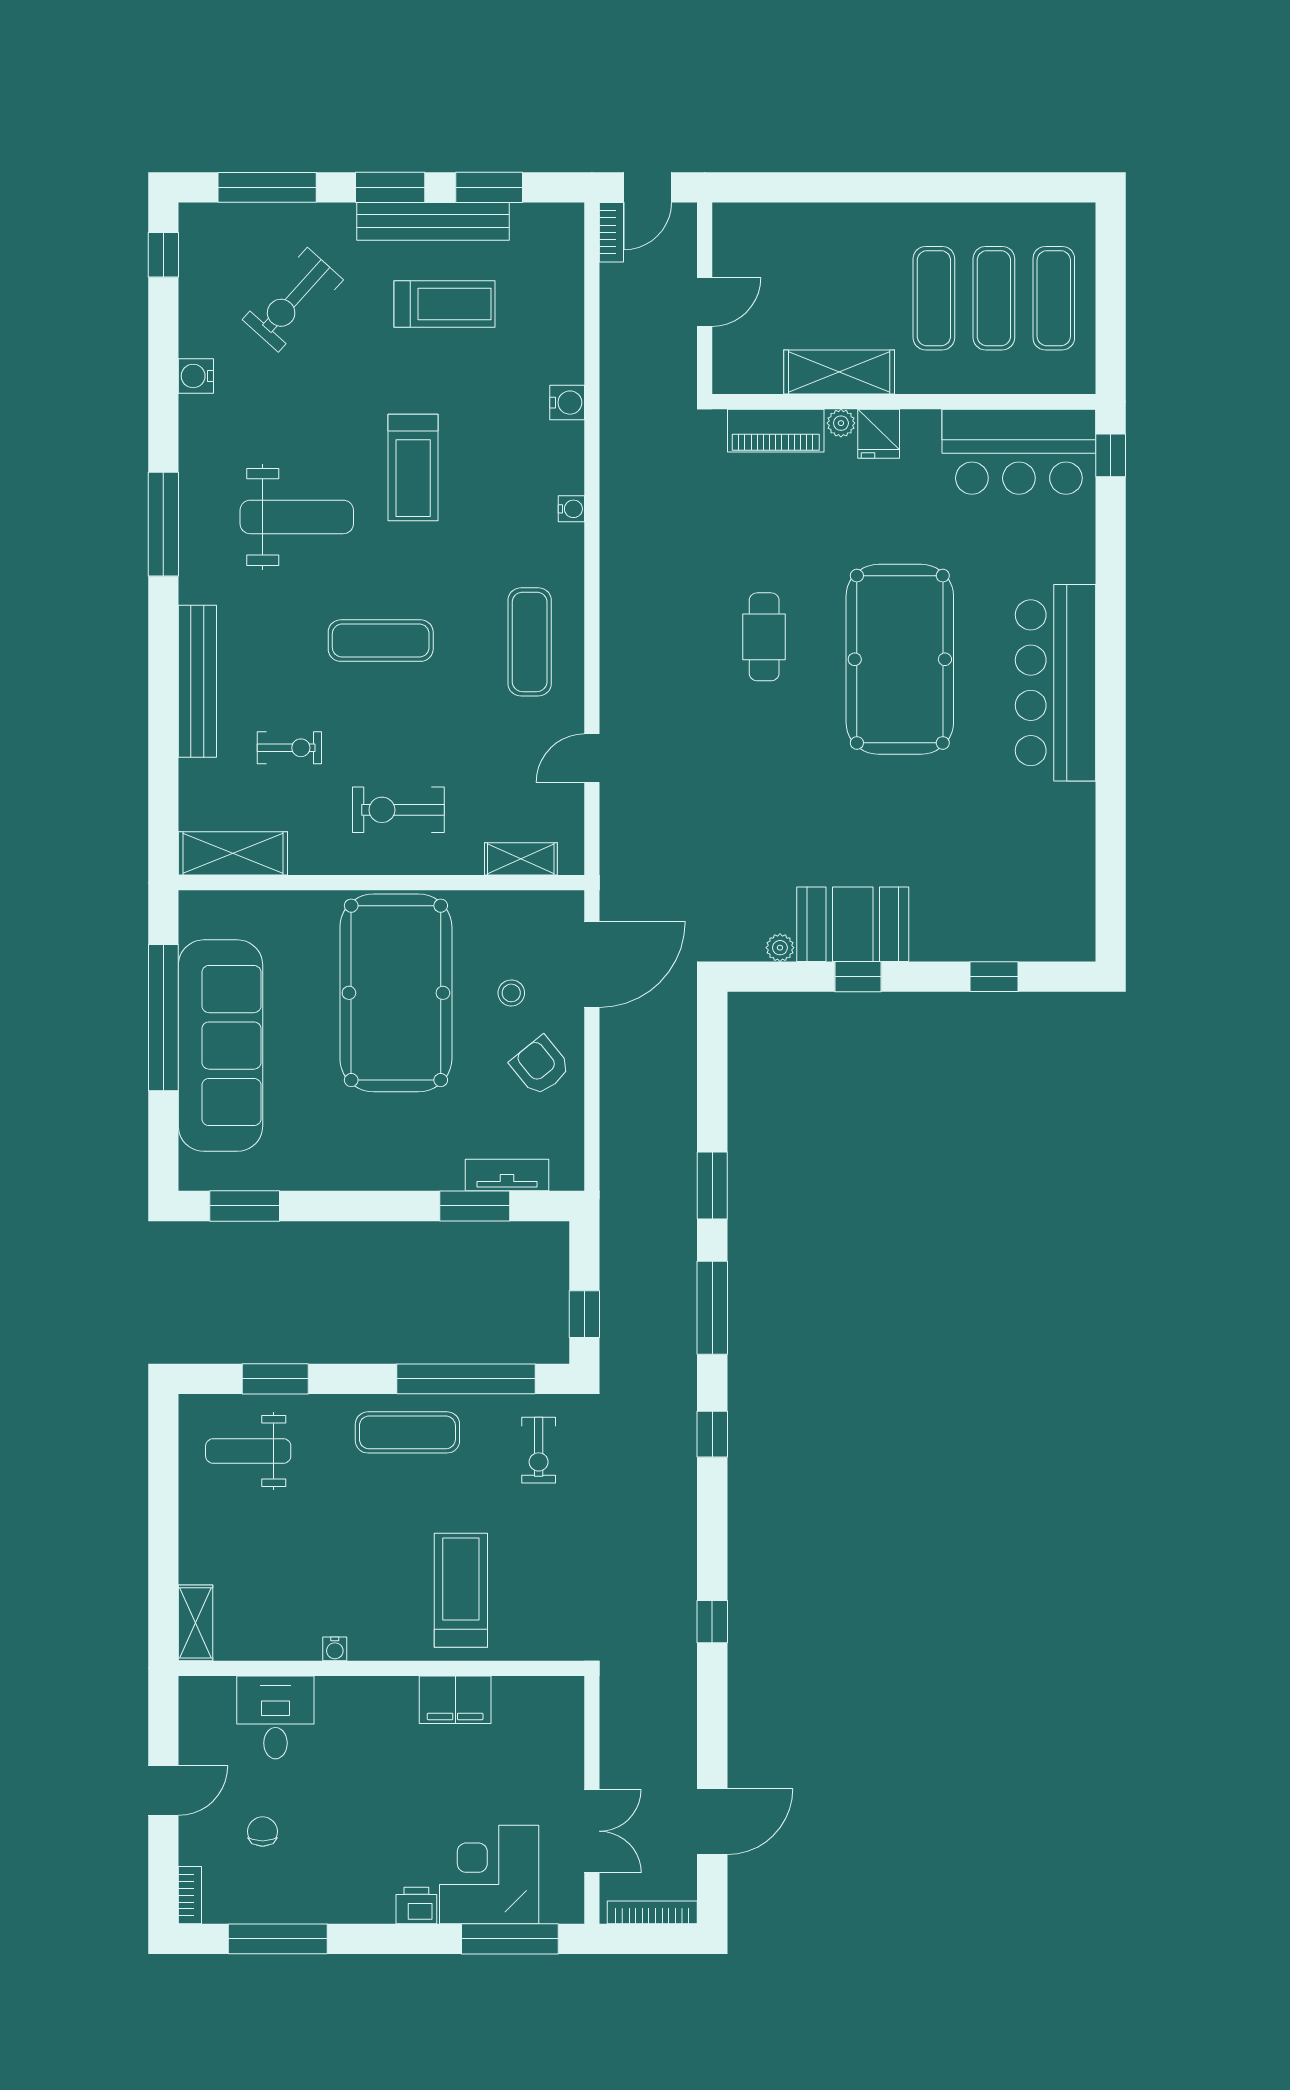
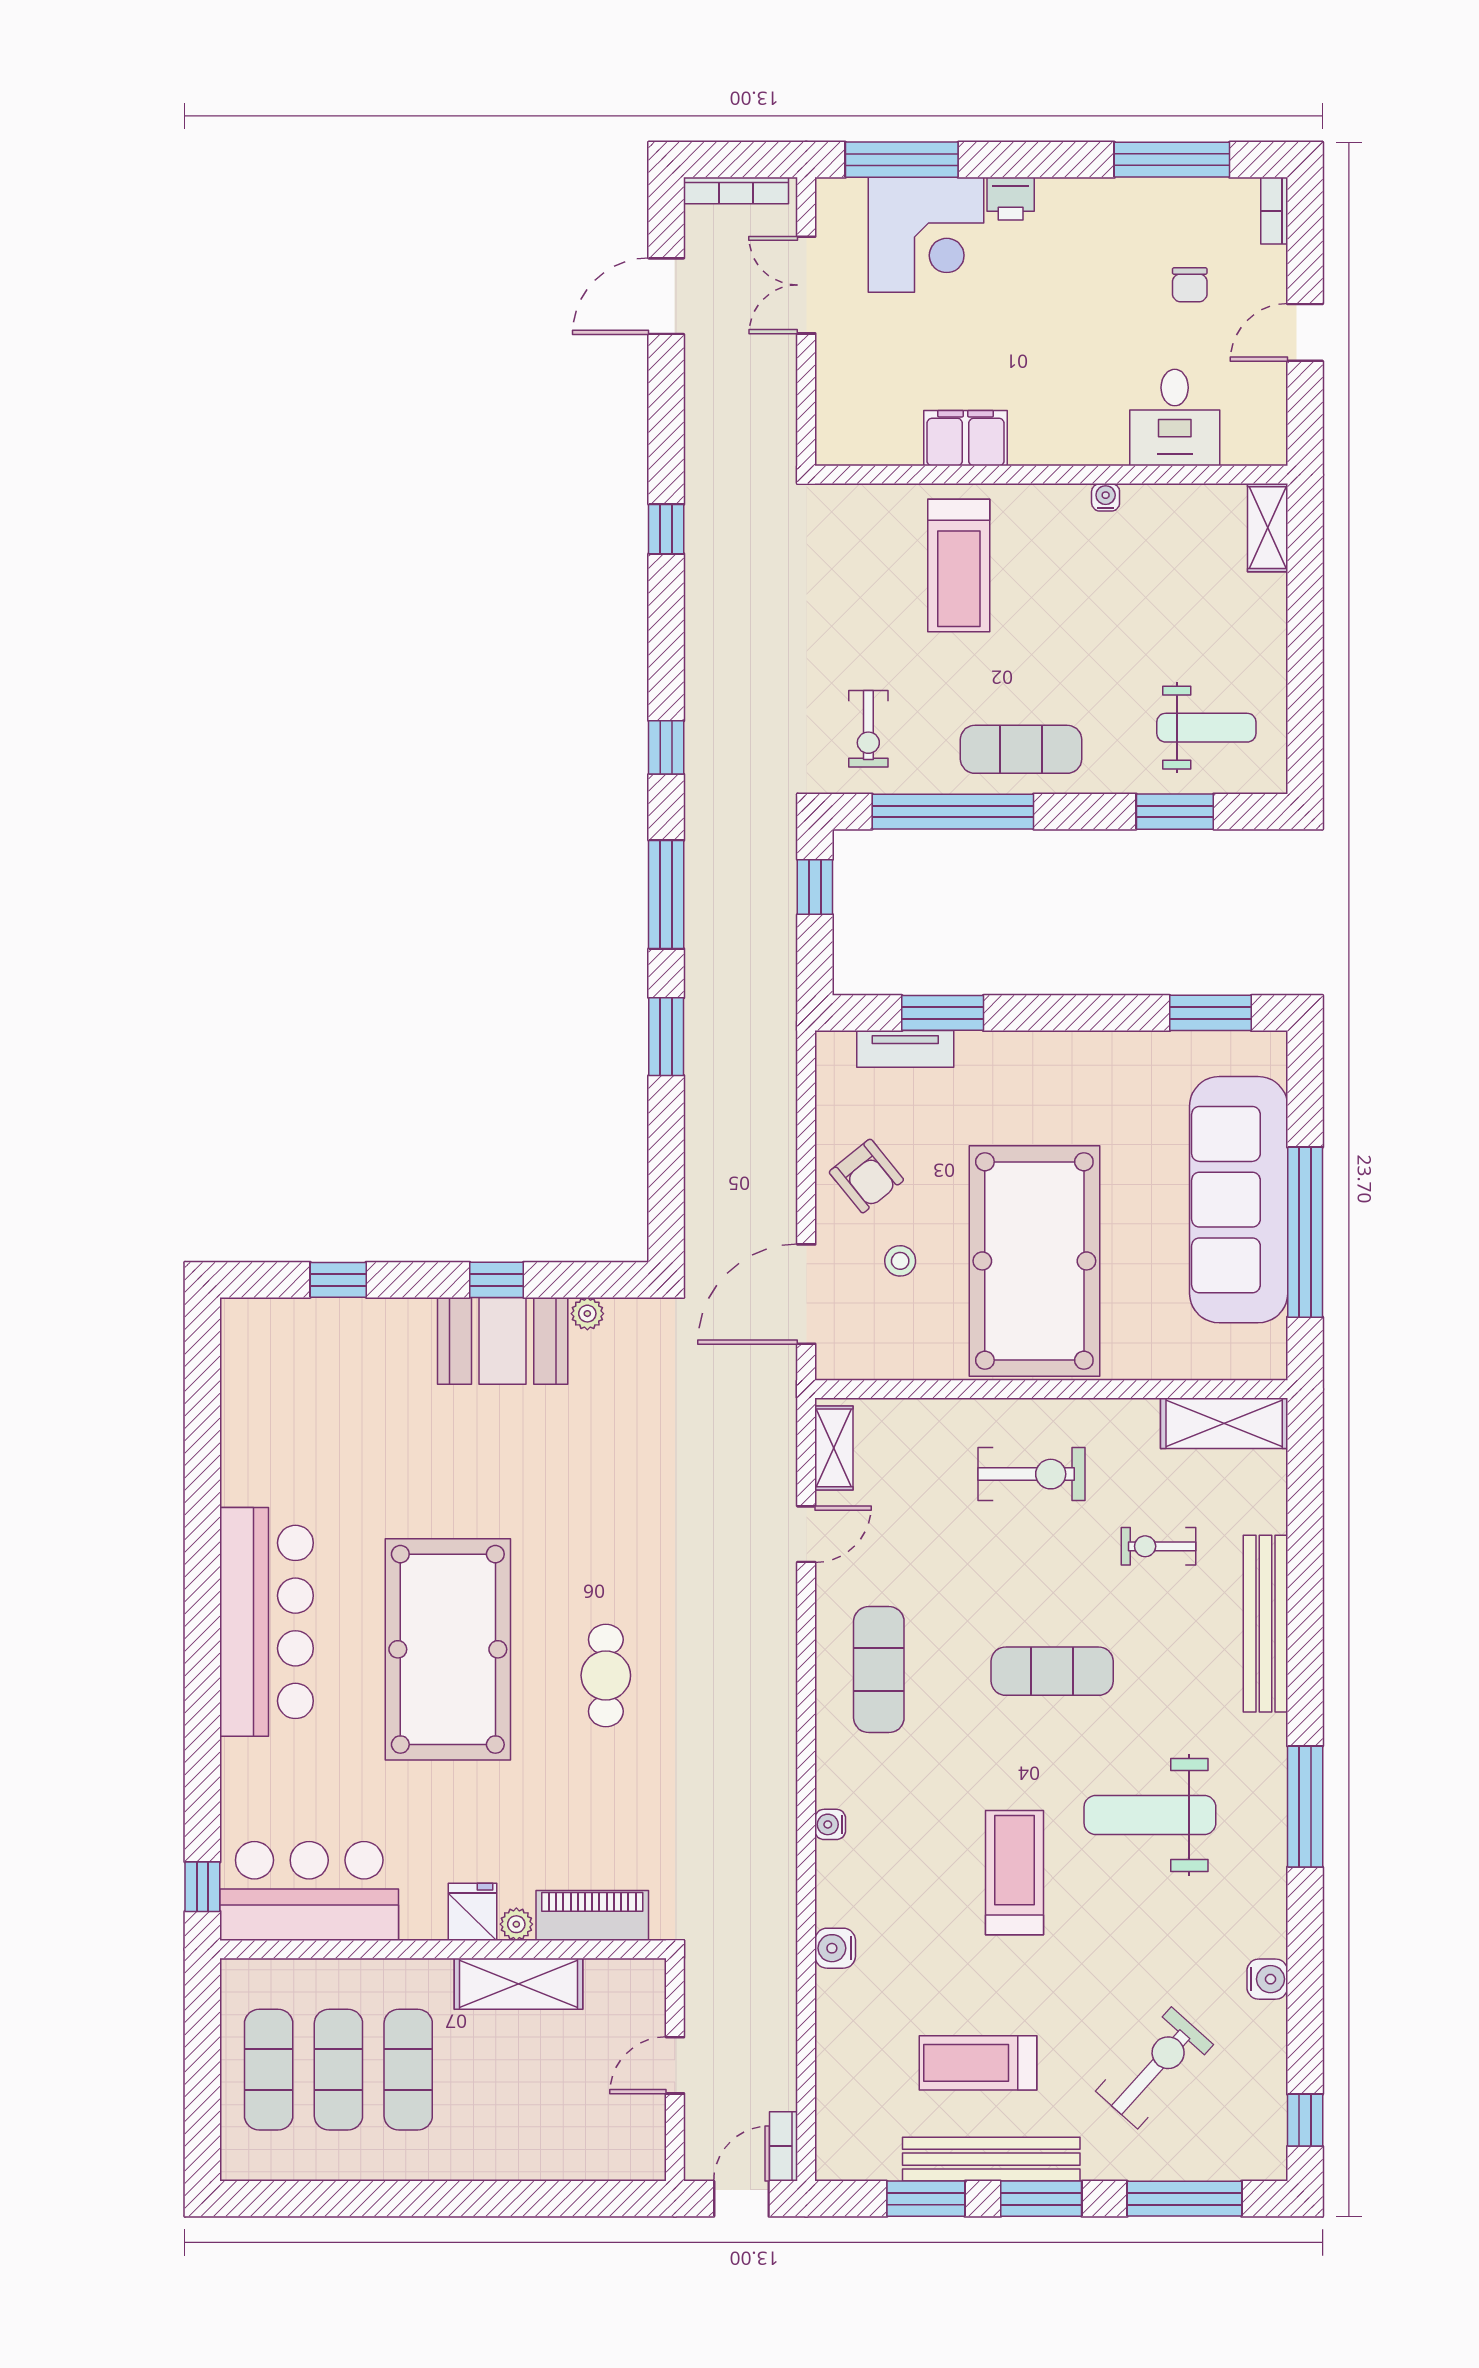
shelving: (521, 859) -> (834, 1448), moved, turned 90
exercise bike: (539, 1450) -> (868, 729), turned 180

